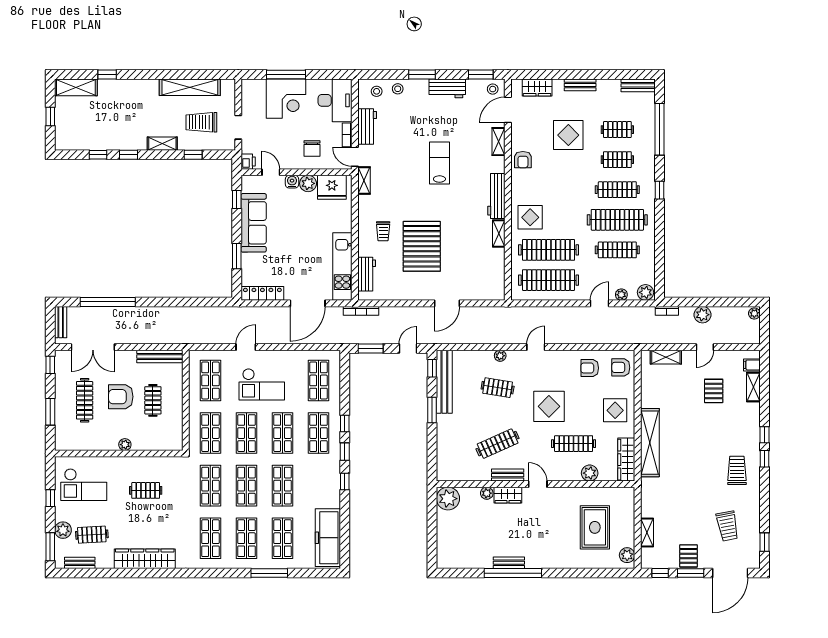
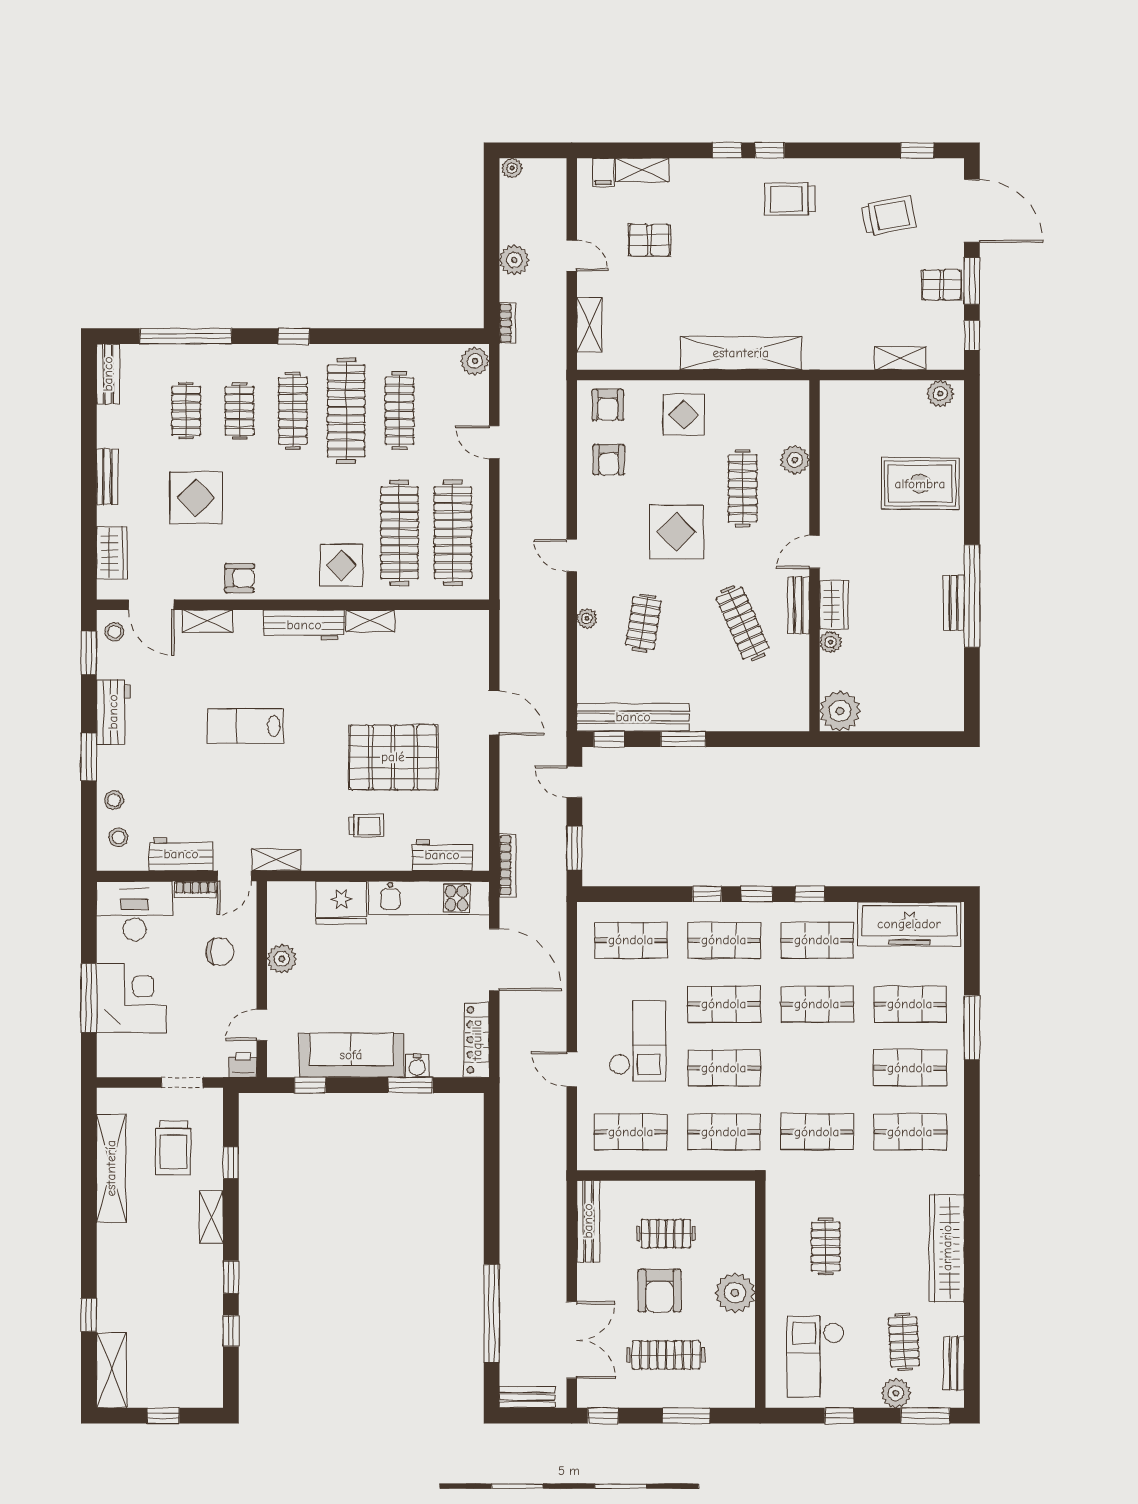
water cooler: (292, 182) -> (417, 1066), moved, turned -90
fridge: (332, 187) -> (341, 903), moved, turned 90
plant: (621, 295) -> (479, 404), removed
plant: (125, 445) -> (735, 1293), width x1.88, depth x1.88
wardrobe: (626, 460) -> (771, 395), removed
checkout: (84, 485) -> (815, 1356), turned 180
shop shelf: (246, 486) -> (817, 940), moved
rug: (595, 527) -> (920, 484), moved

